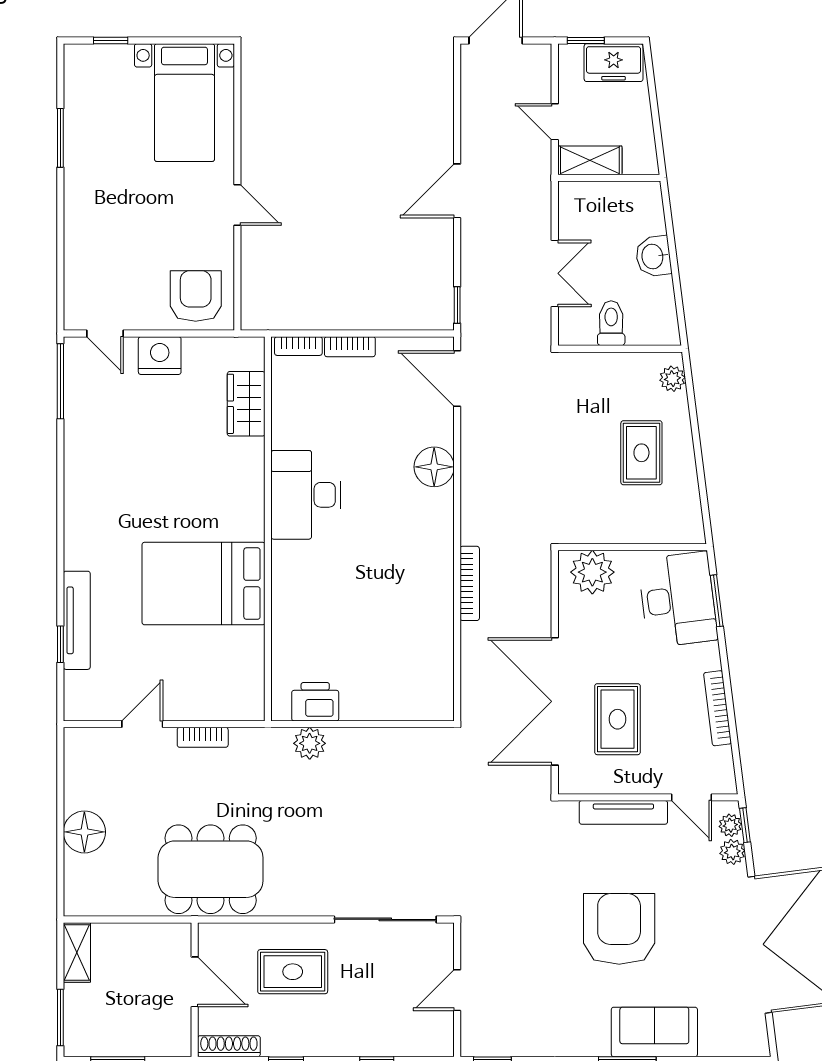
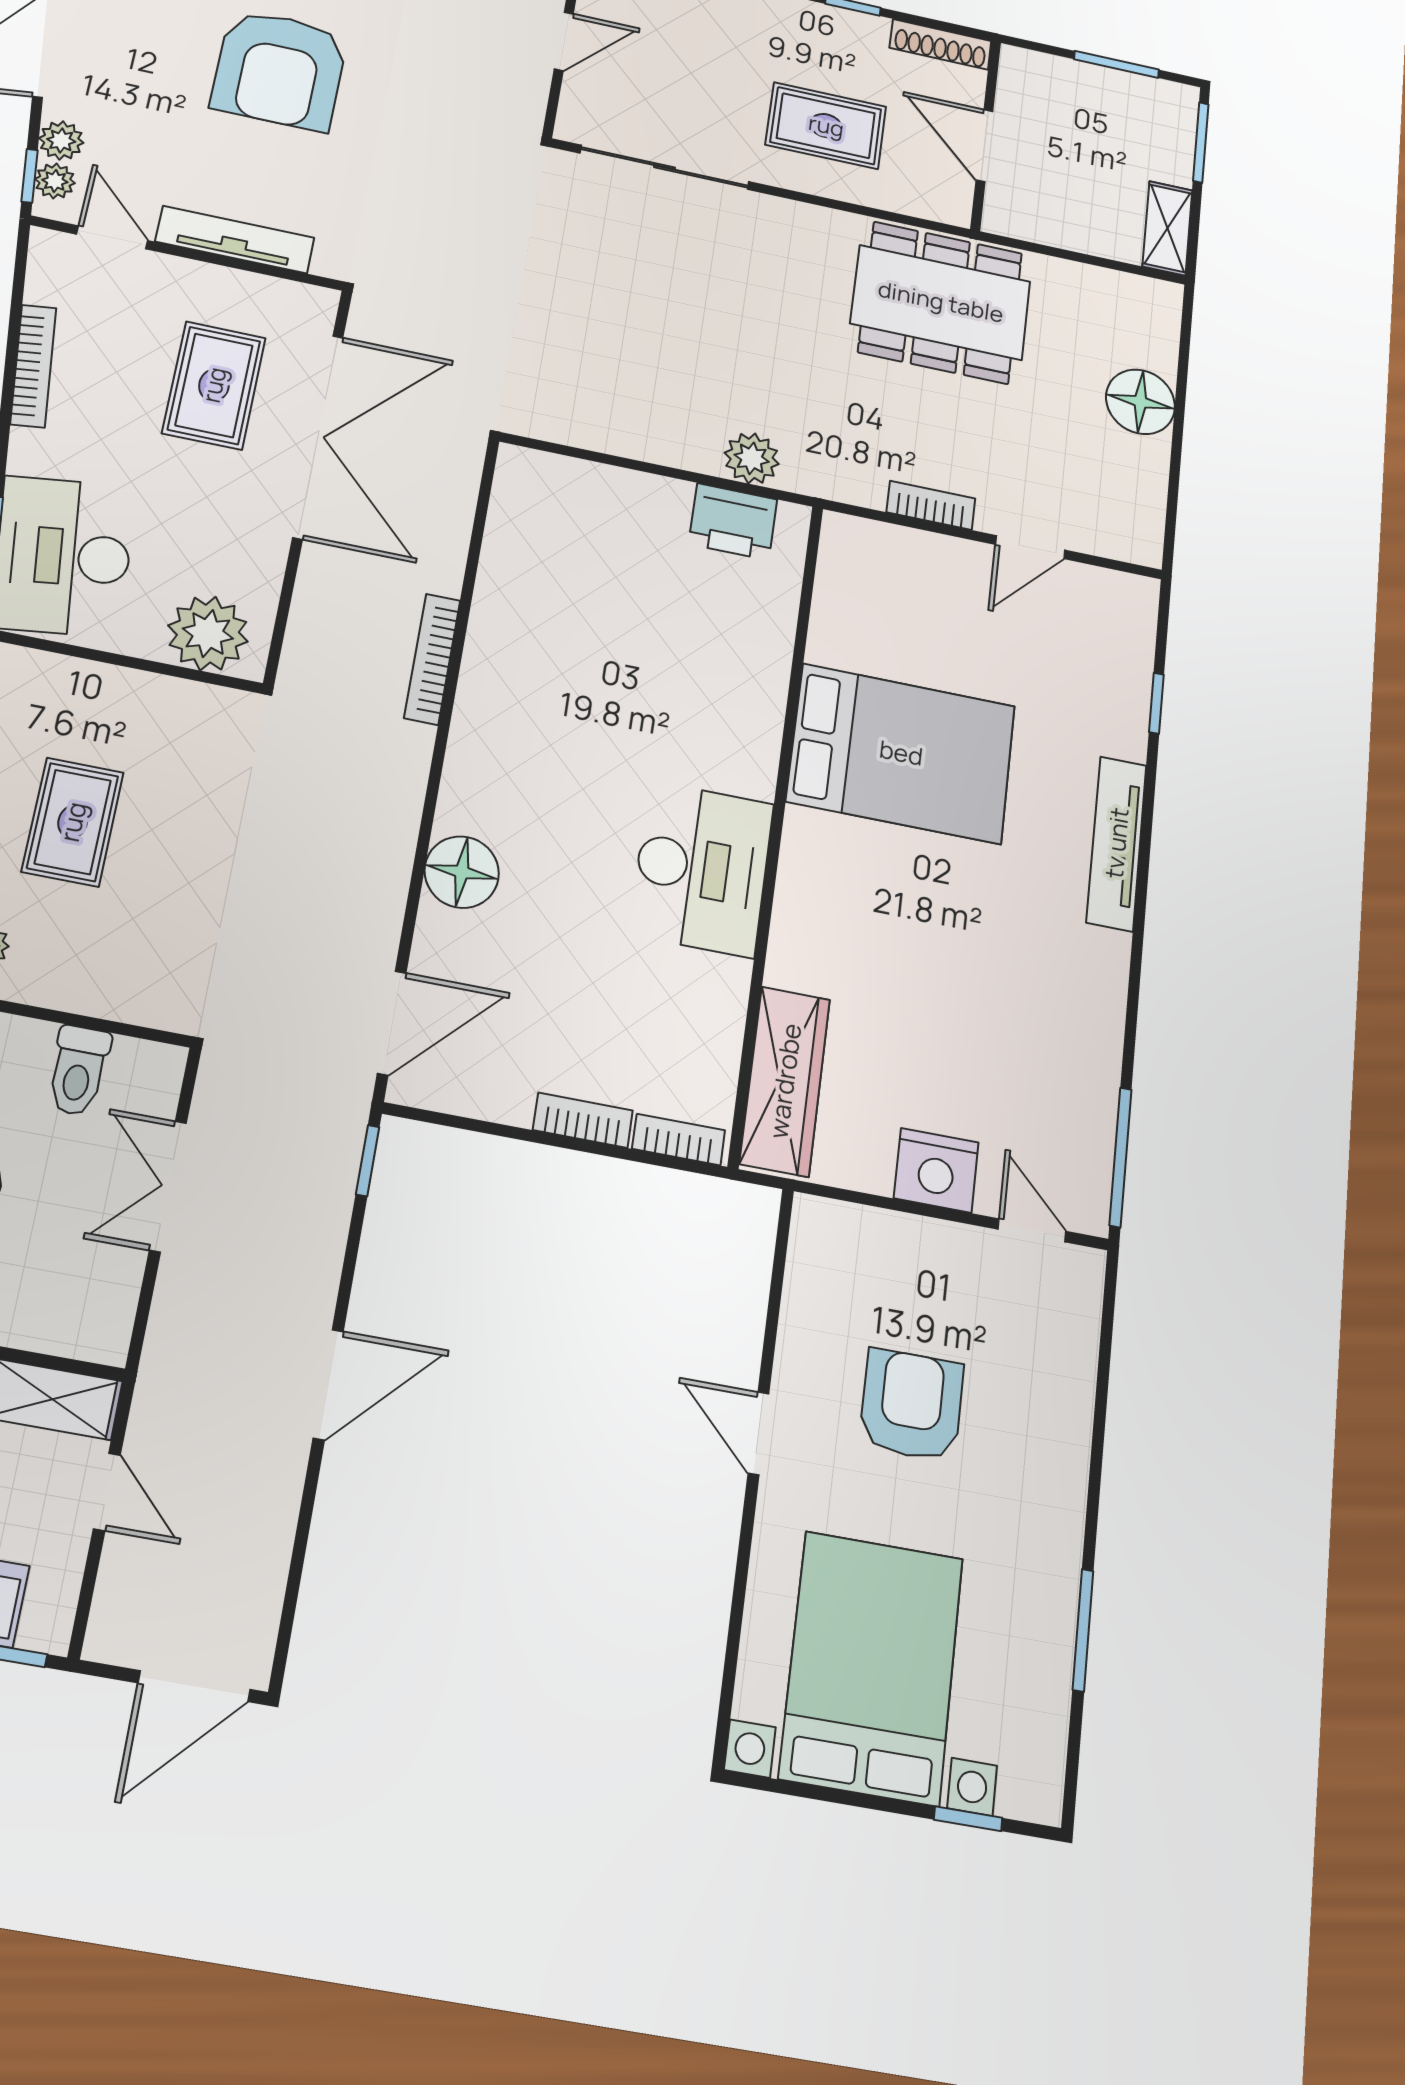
bed with nightstands: (184, 103) -> (872, 1667), width x1.36
armchair: (196, 296) -> (912, 1405), moved, turned 180
door: (457, 379) -> (392, 1023), hinge flipped
wardrobe: (246, 404) -> (785, 1081), width x1.50
tv unit: (77, 620) -> (1117, 843), moved

